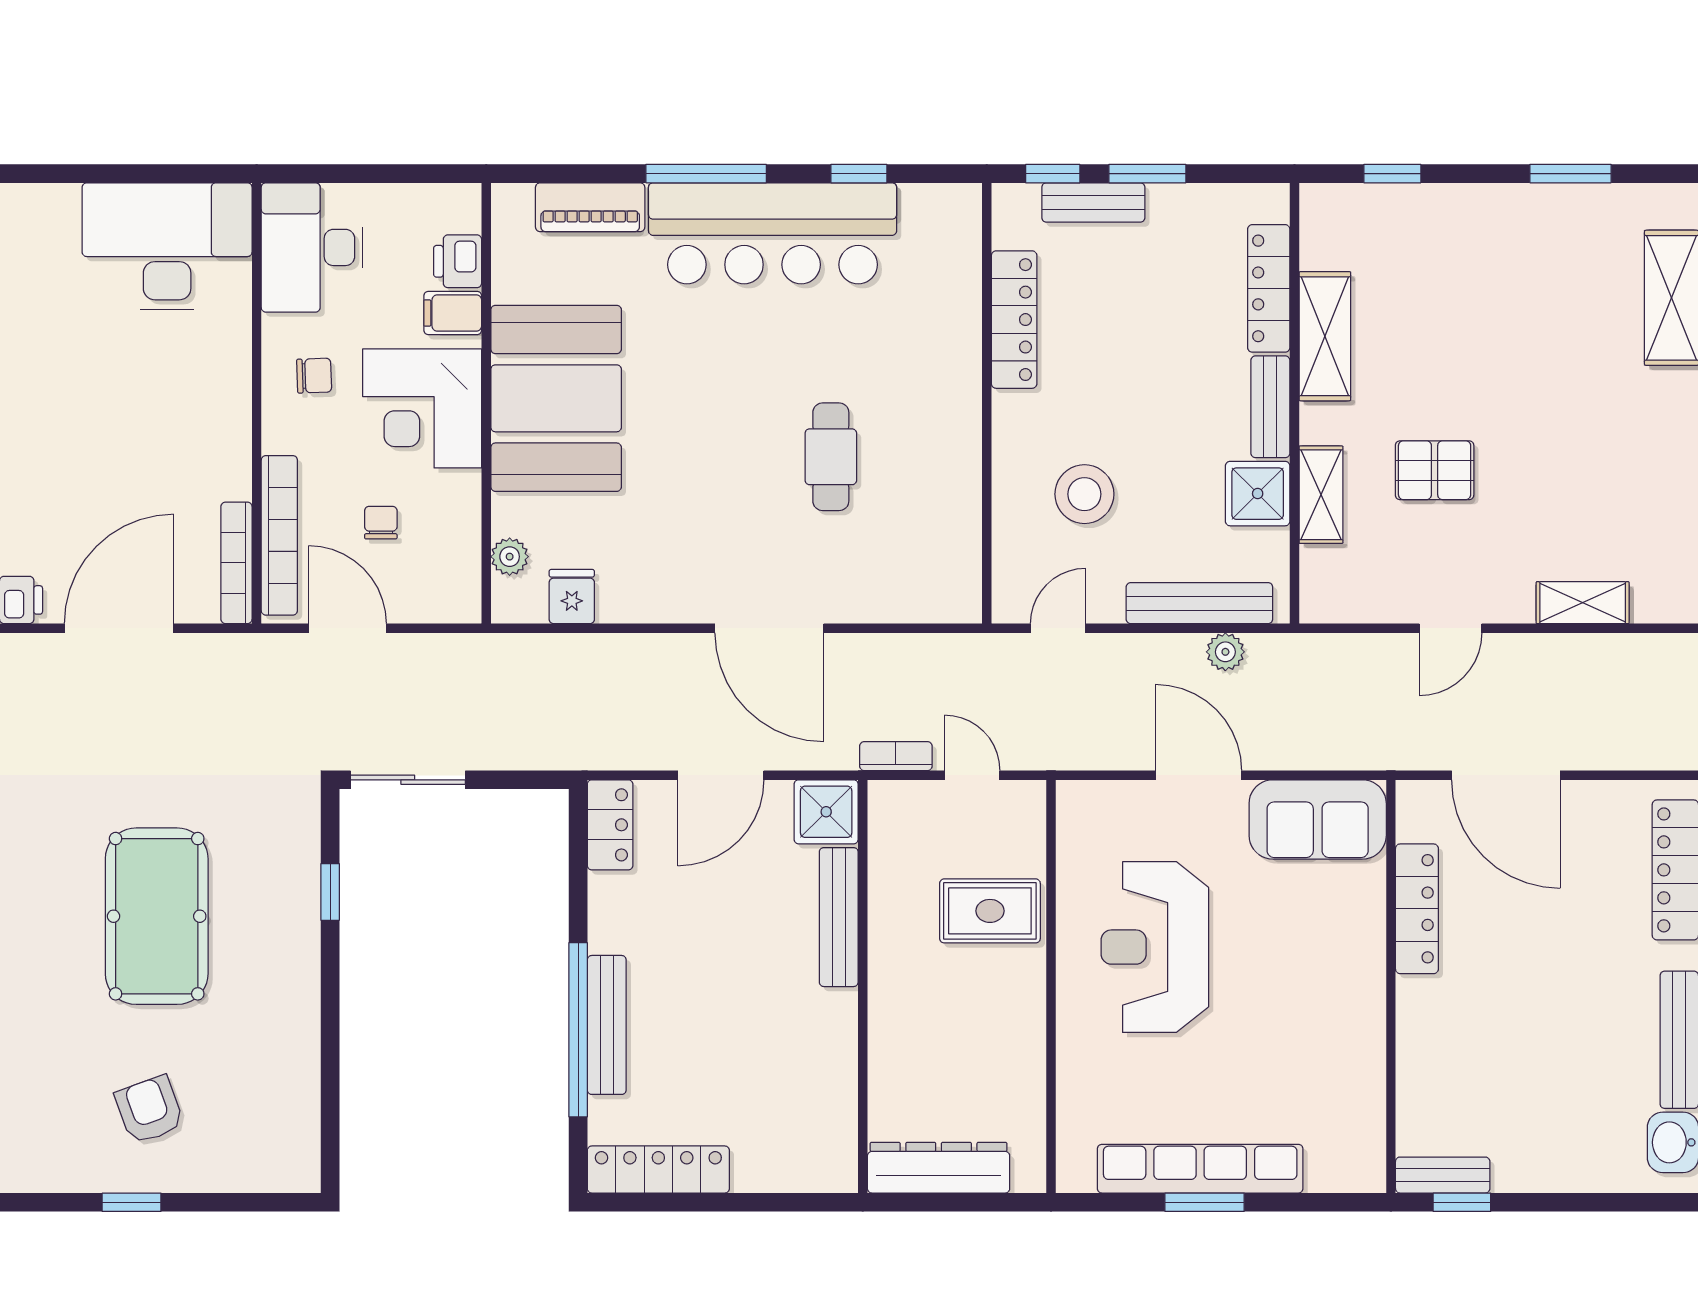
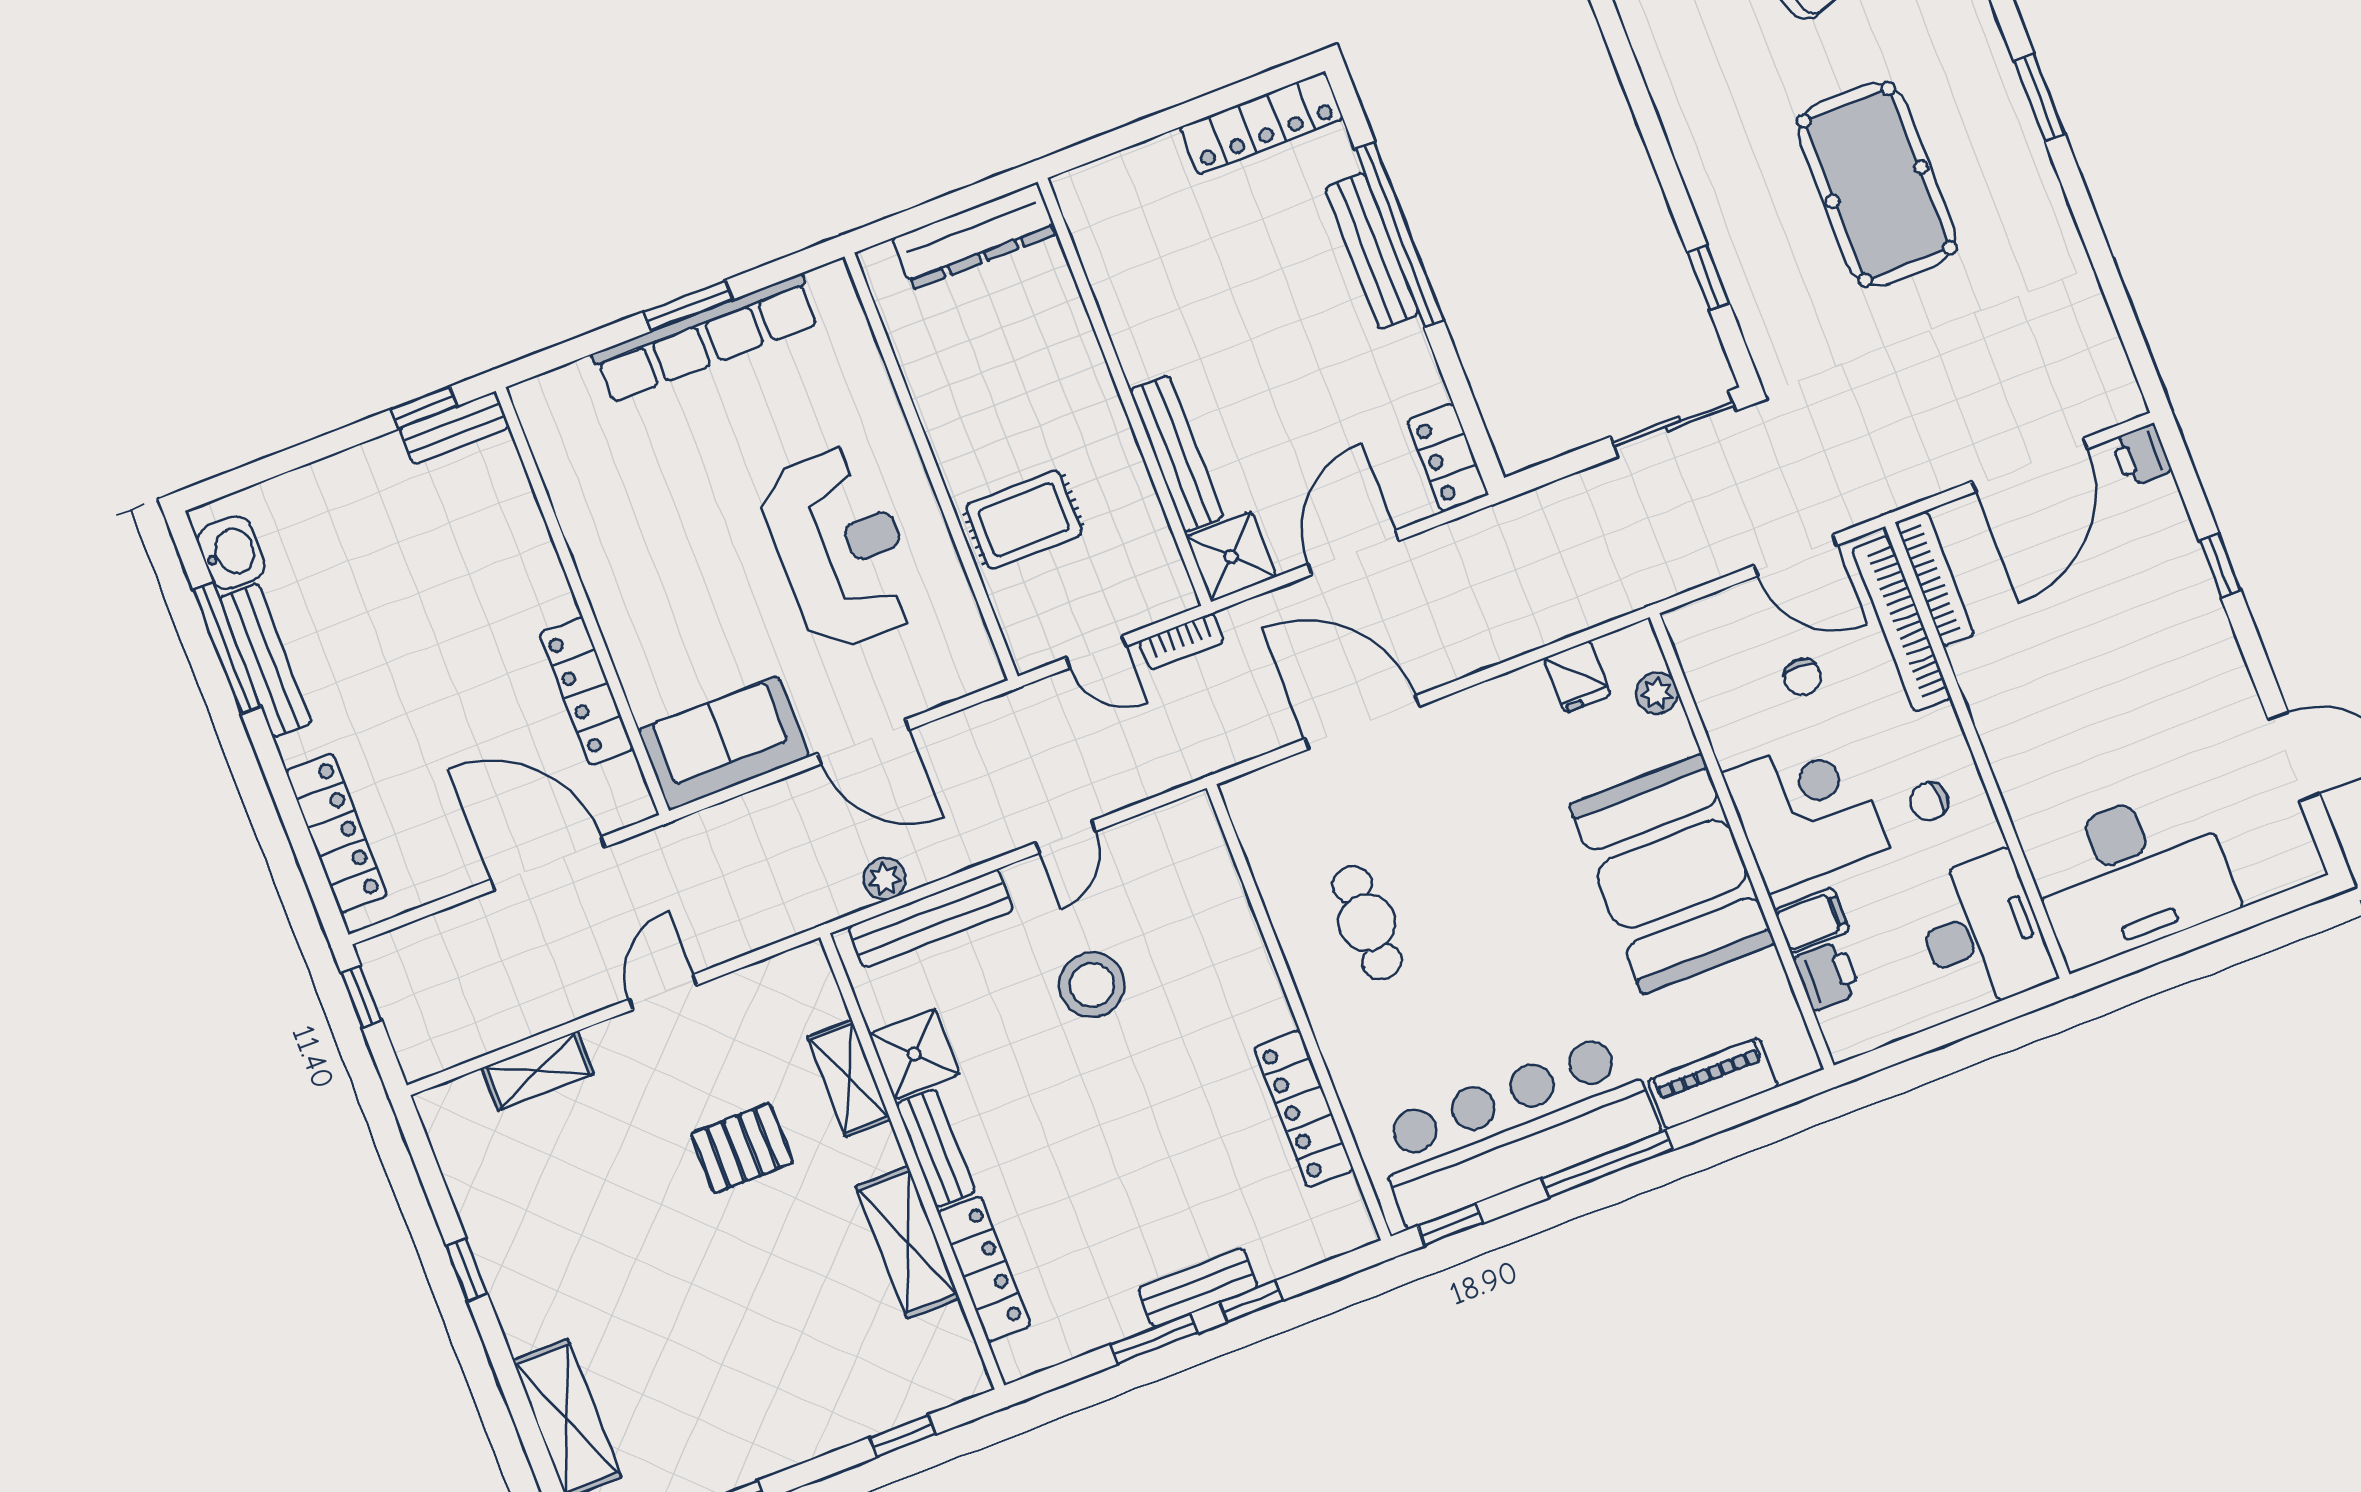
locker: (1014, 320) -> (1304, 1109), moved
wall: (987, 403) -> (1299, 1012), moved

